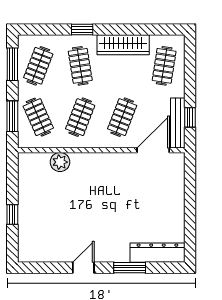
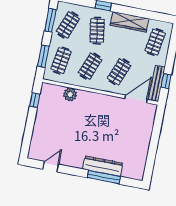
clothes rail: (38, 117) -> (61, 60), turned 33
window: (12, 214) -> (35, 100), moved
dresser: (157, 253) -> (103, 166), moved
door: (83, 268) -> (51, 167), moved
window: (130, 268) -> (104, 177), width x1.44

